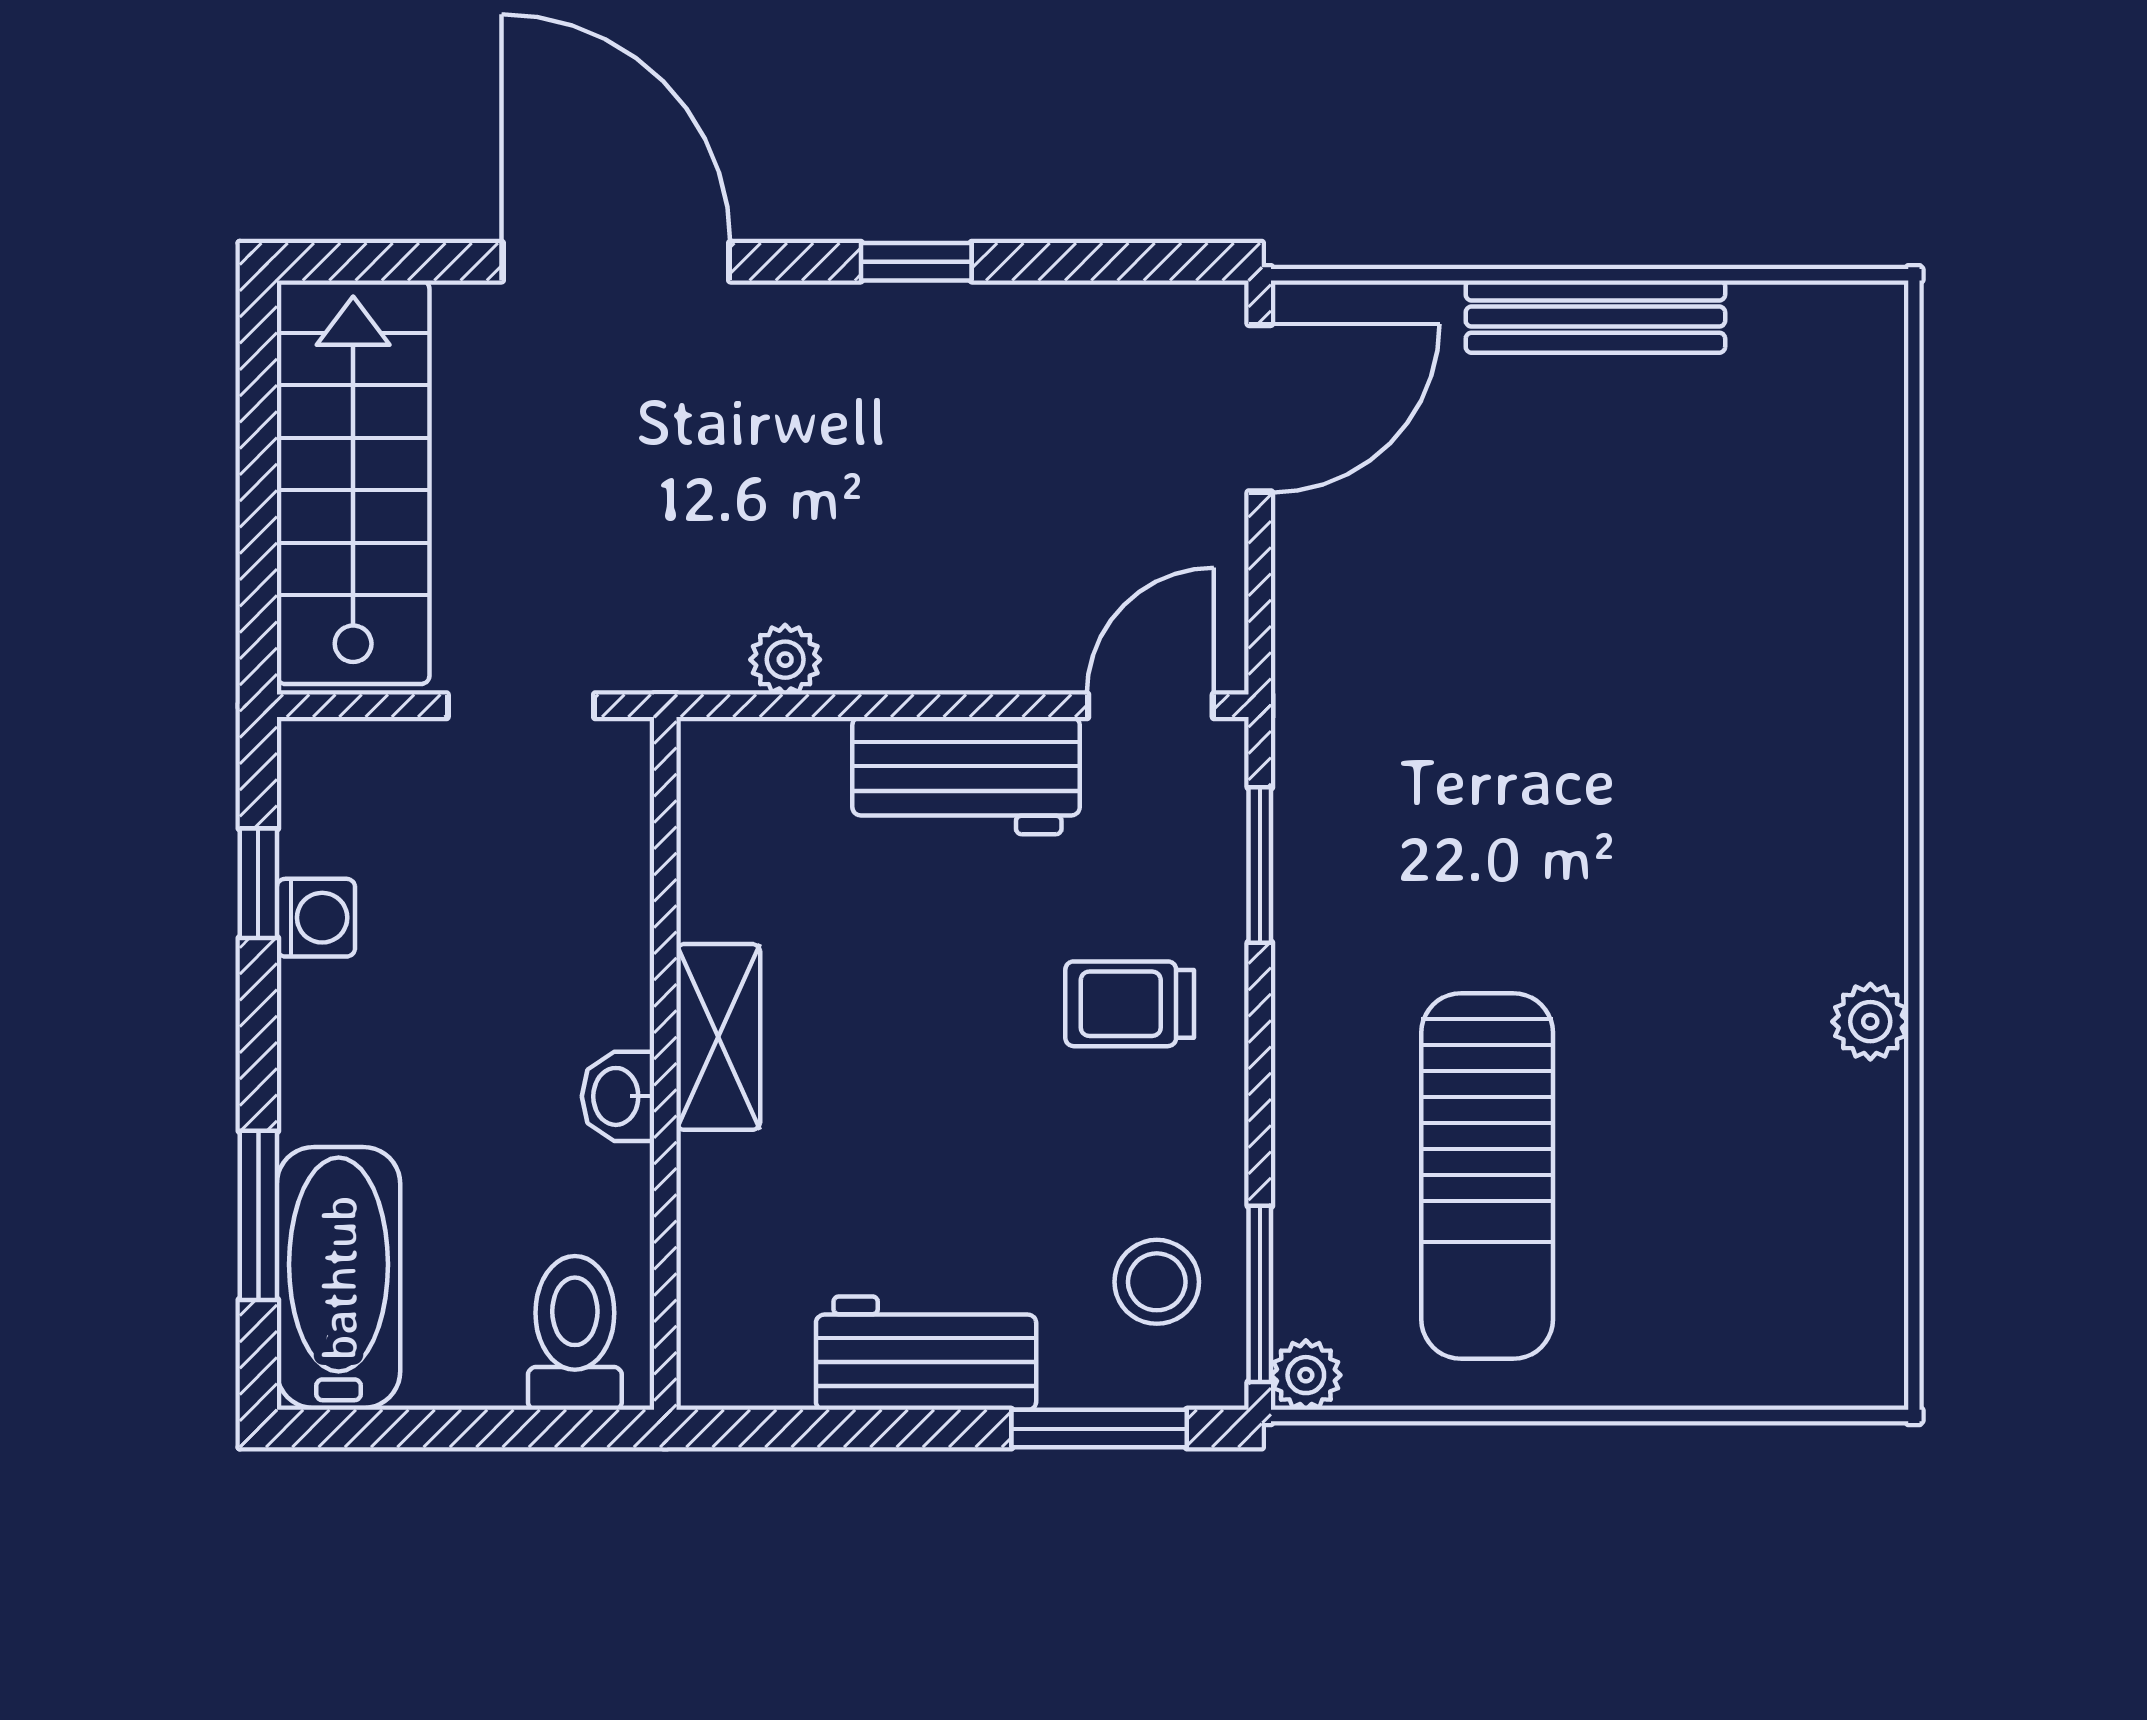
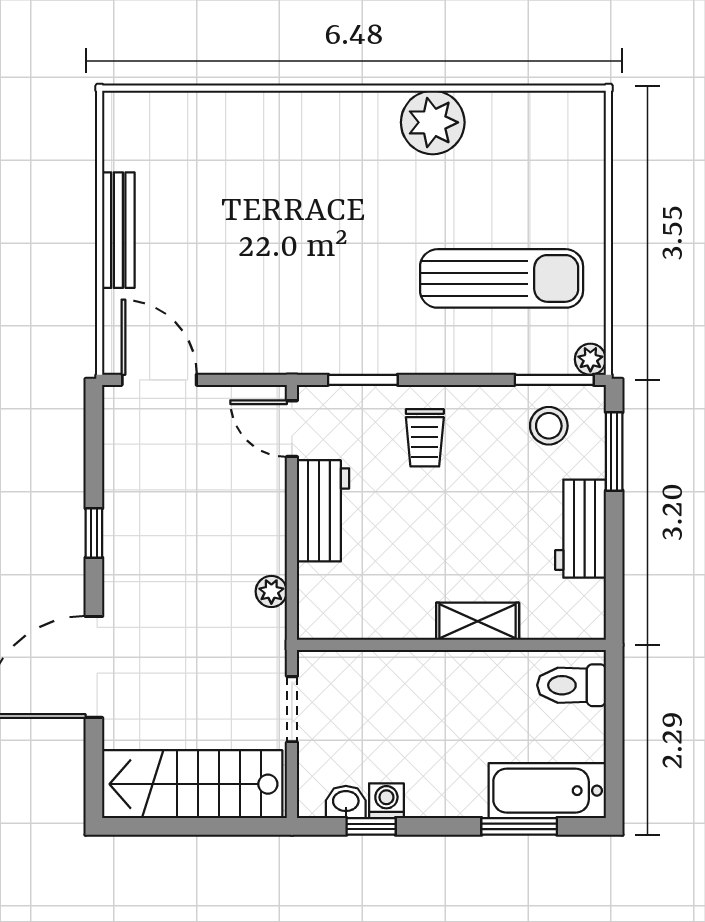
plant: (1870, 1022) -> (433, 122), width x1.88, depth x1.88
shelving: (718, 1037) -> (478, 621), moved
washbasin: (618, 1096) -> (346, 802), moved, turned 180

